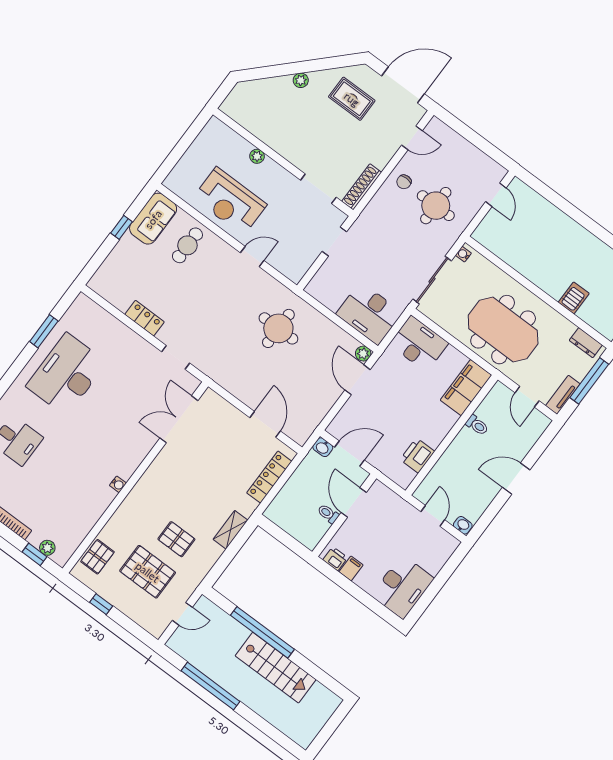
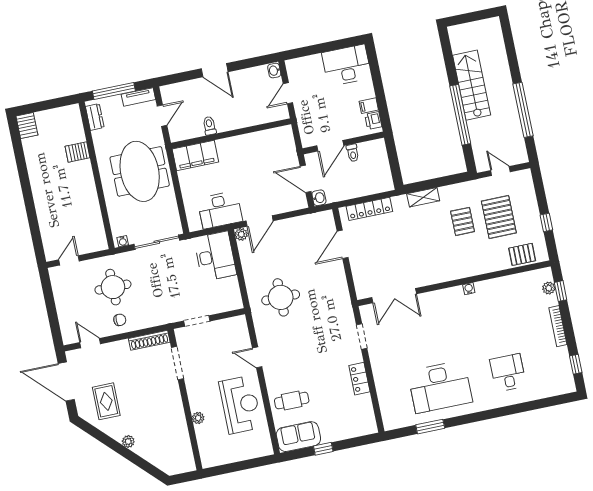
desk: (419, 344) -> (220, 210), moved, turned -90
printer: (417, 456) -> (264, 140), removed

